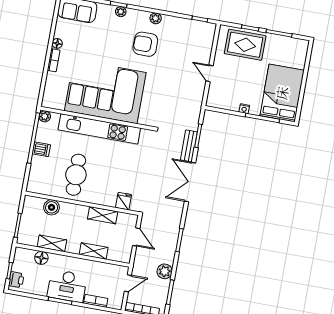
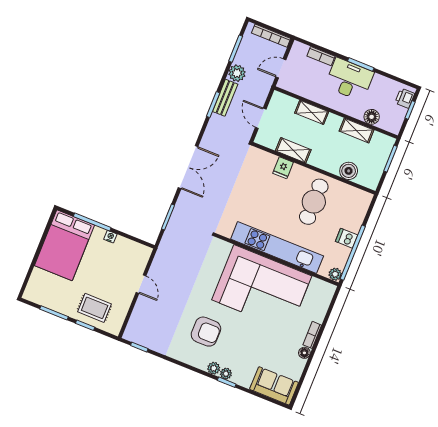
plant: (156, 18) -> (214, 368), moved
rug: (245, 45) -> (95, 308), width x0.73, depth x0.70
bench: (189, 146) -> (225, 98), moved
fridge: (124, 201) -> (283, 168), moved

